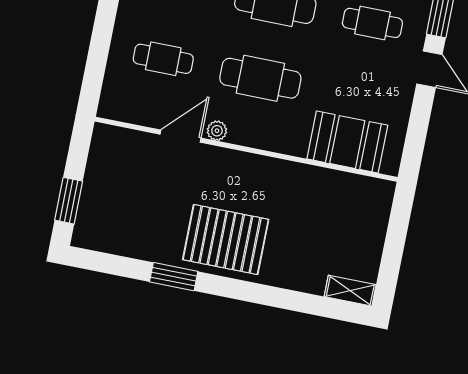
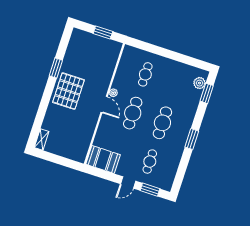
door: (180, 136) -> (104, 104), moved
booth: (347, 142) -> (103, 159), moved, turned 90
window: (69, 201) -> (103, 32), moved

